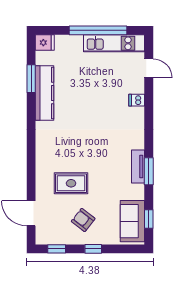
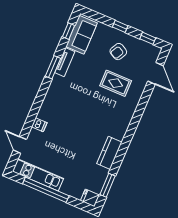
window: (31, 79) -> (108, 185), moved
kitchen counter: (45, 93) -> (109, 153), width x0.67
tv unit: (138, 166) -> (65, 62), moved
armchair: (83, 220) -> (118, 52), turned 80

